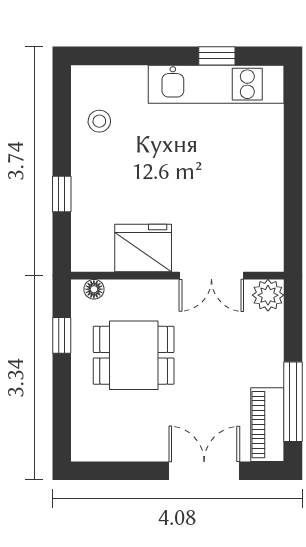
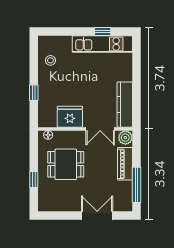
kitchen counter: (267, 221) -> (125, 105), added
window: (62, 335) -> (34, 179), moved
piano: (267, 425) -> (125, 164), moved

